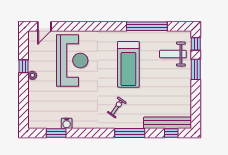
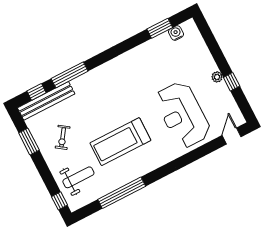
treadmill: (128, 64) -> (120, 142), turned -90
window: (196, 69) -> (29, 142), moved
exercise bike: (117, 107) -> (63, 137), moved
water cooler: (67, 123) -> (176, 33), moved
window: (130, 133) -> (70, 75), moved

